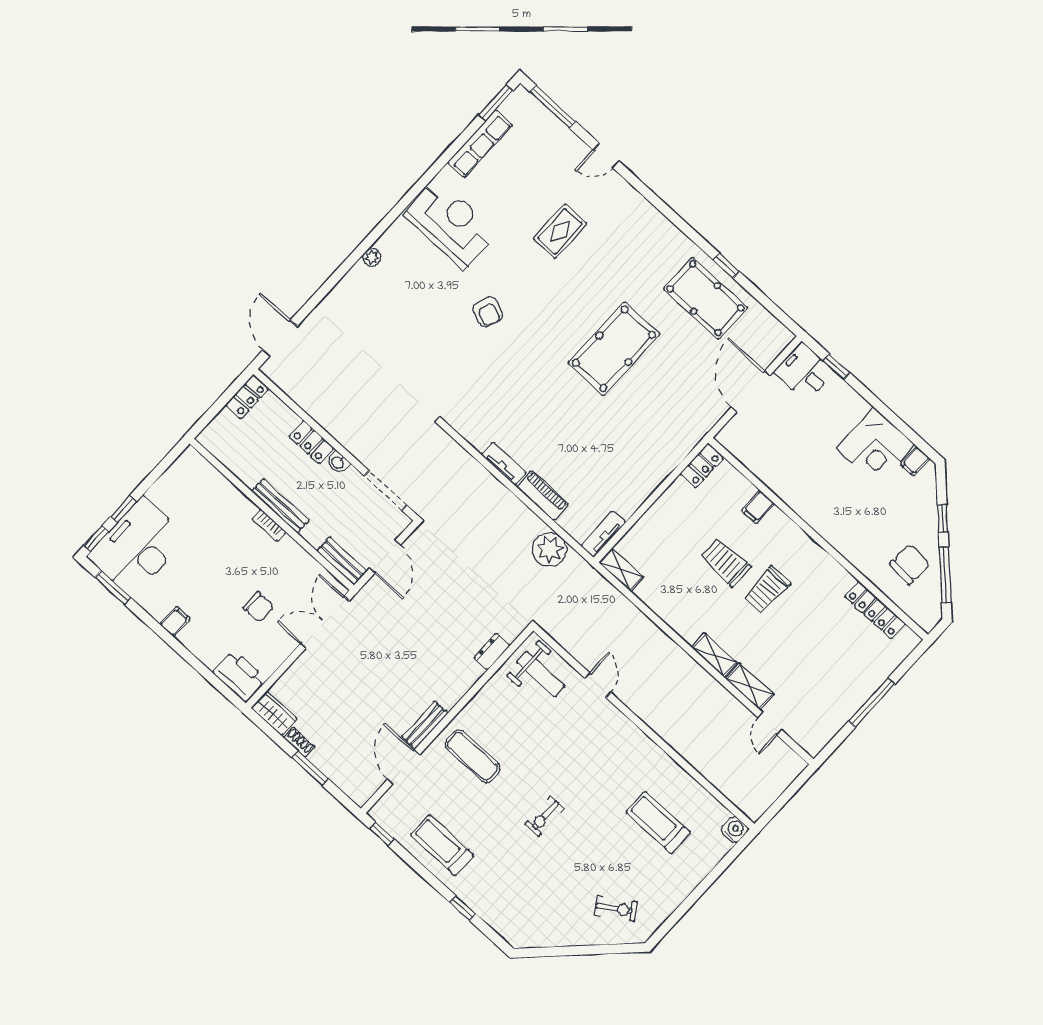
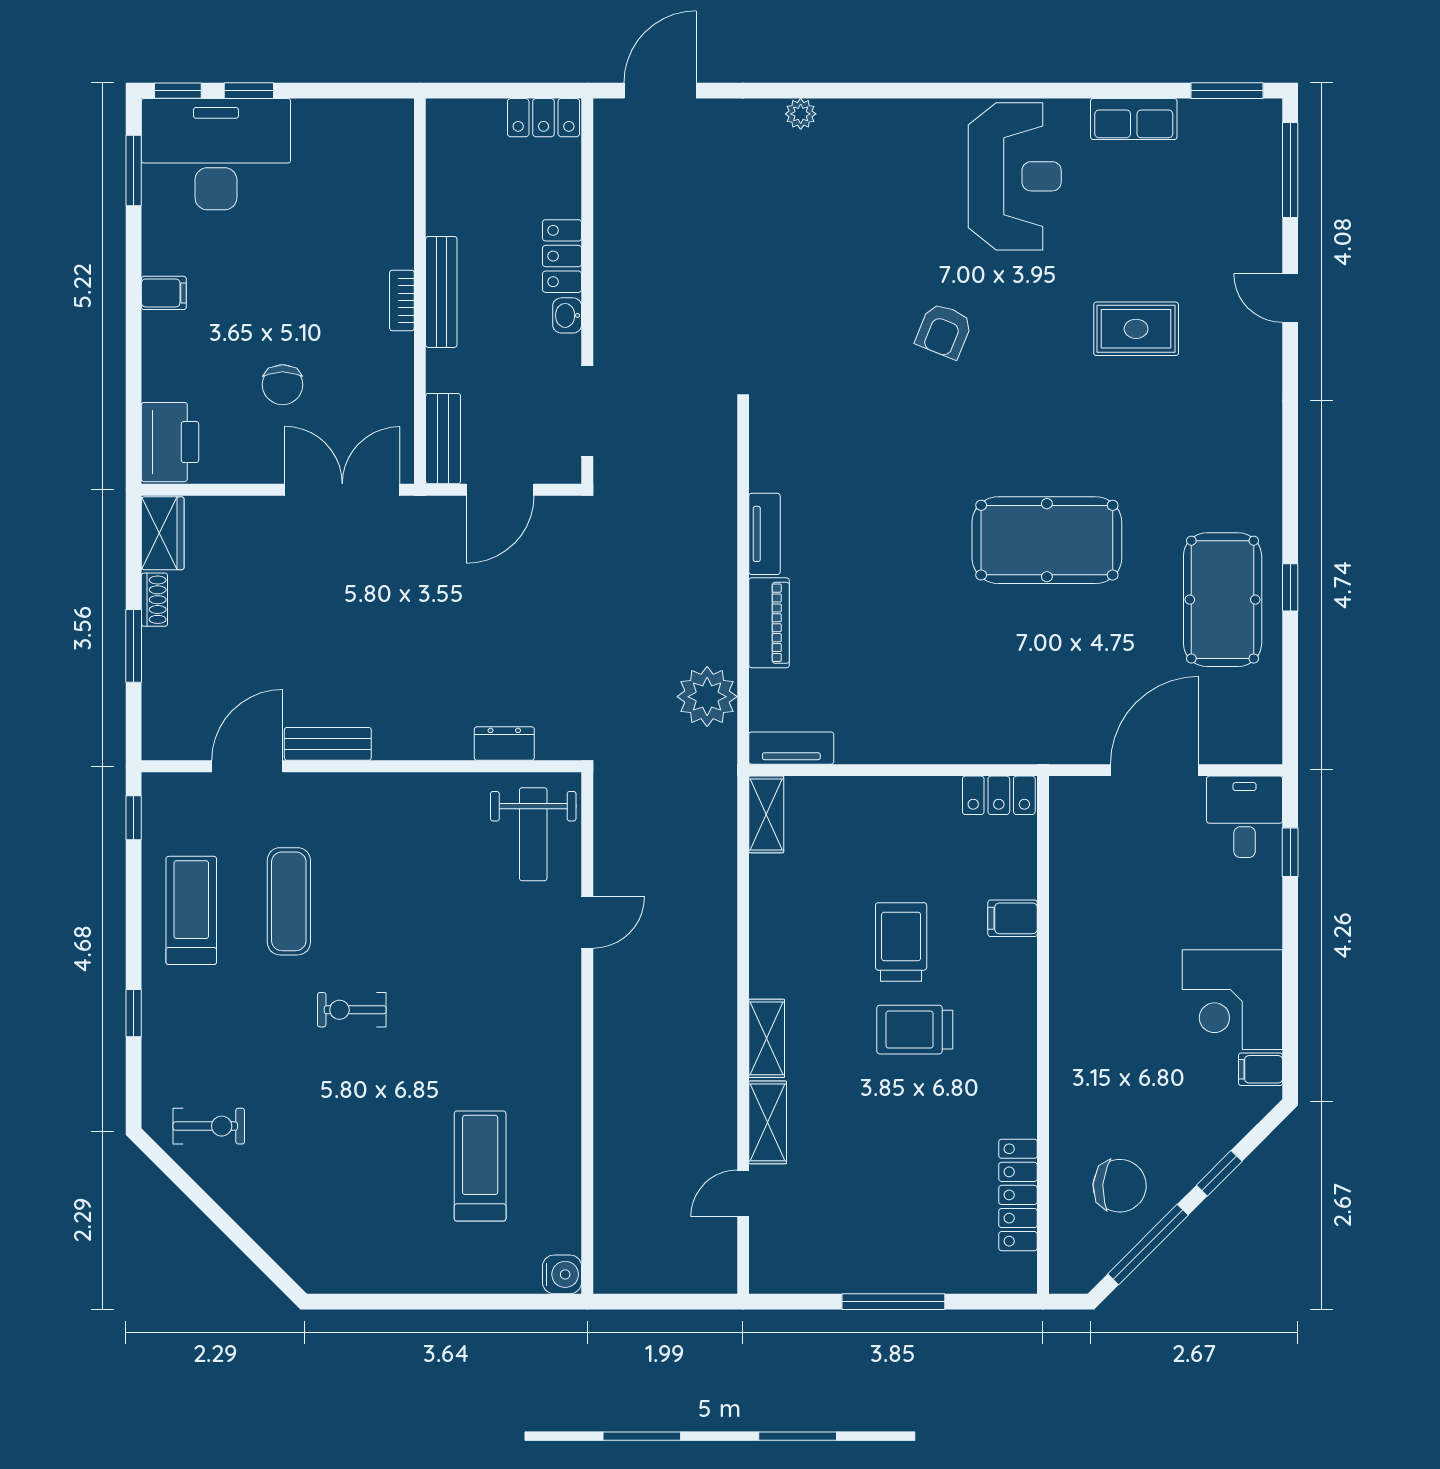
row of seats: (480, 144) -> (1134, 119), width x0.68
plant: (372, 257) -> (801, 114), moved
exercise mat: (473, 756) -> (289, 901), moved
exercise bike: (616, 909) -> (209, 1126), moved, turned -56

